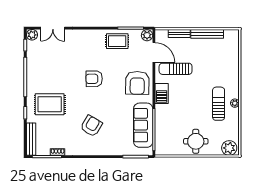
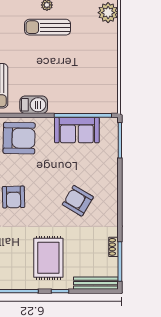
sofa: (143, 125) -> (77, 130), width x0.73
round table: (196, 141) -> (99, 58), removed

